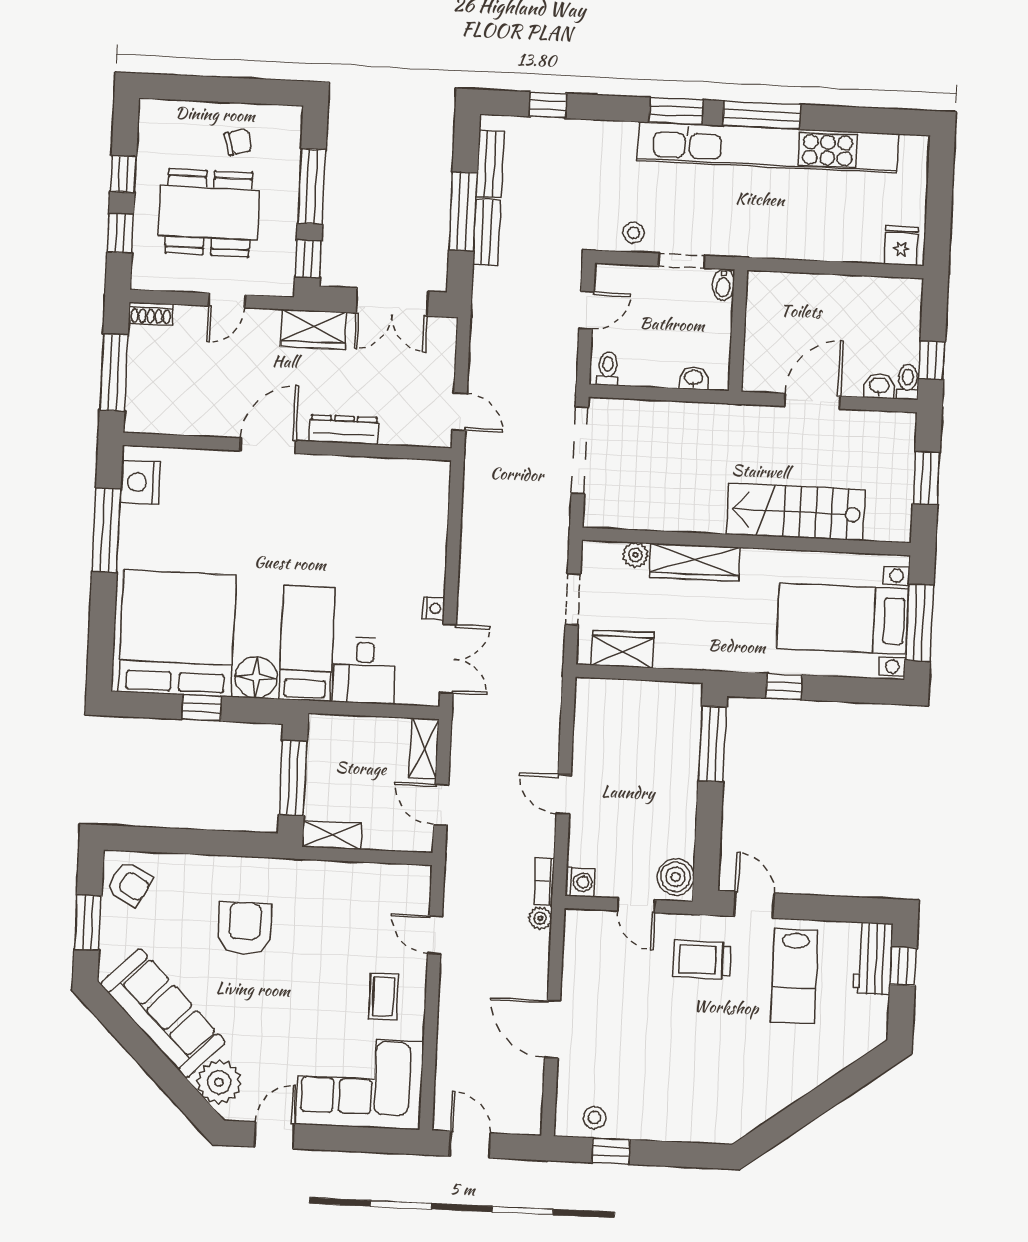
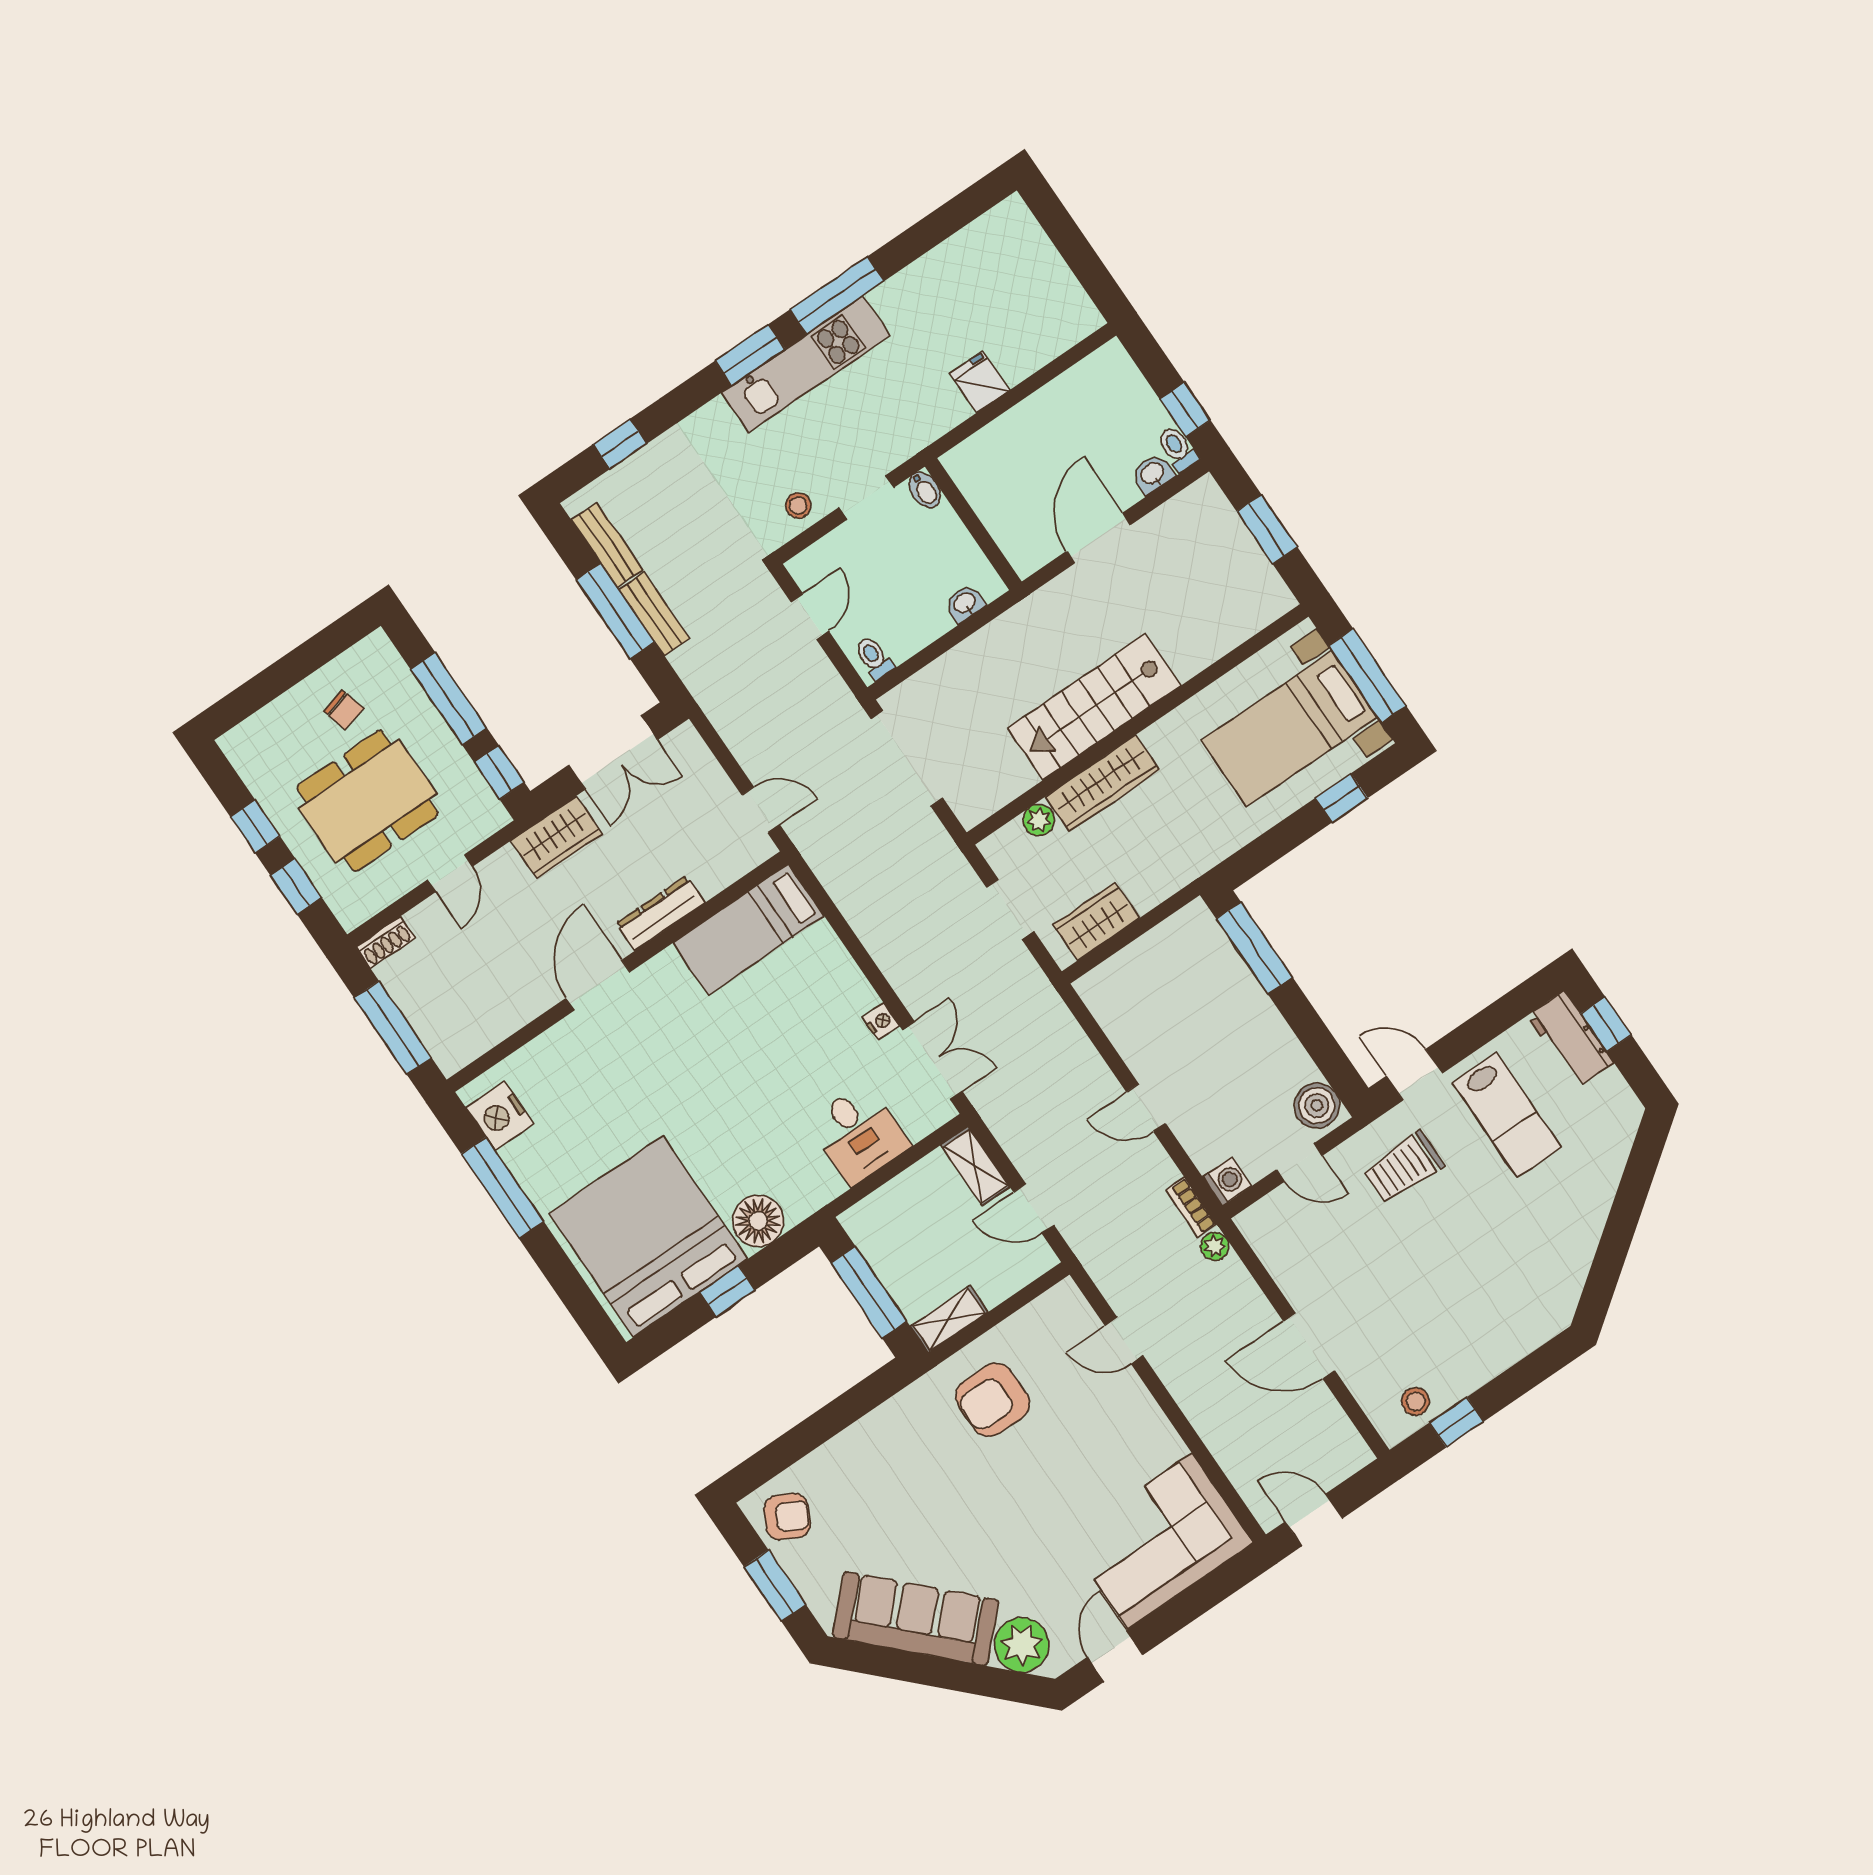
chair: (238, 142) -> (344, 710), turned 91
kitchen unit: (768, 147) -> (806, 364), width x0.54
fridge: (901, 246) -> (980, 382), moved
stairs: (796, 512) -> (1094, 707), moved
bed: (307, 643) -> (748, 929), moved, turned -90
window: (784, 687) -> (1341, 798), moved
armchair: (245, 928) -> (993, 1400), moved, turned -90
coffee table: (383, 997) -> (1119, 1439), removed

